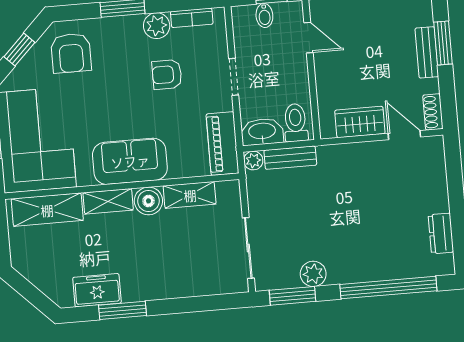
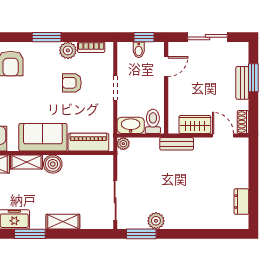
door: (309, 38) -> (166, 67), hinge flipped
piano: (223, 144) -> (88, 142), moved, turned 90
bench: (290, 158) -> (177, 144), moved
shelving: (190, 195) -> (63, 222), moved
window: (388, 288) -> (204, 234), removed

